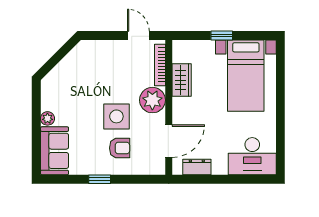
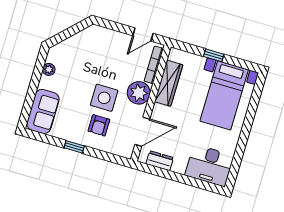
door: (138, 36) -> (143, 35), swing flipped
wardrobe: (182, 80) -> (169, 83), width x1.50
plant: (47, 118) -> (49, 69), moved
armchair: (120, 148) -> (99, 125), turned 90

